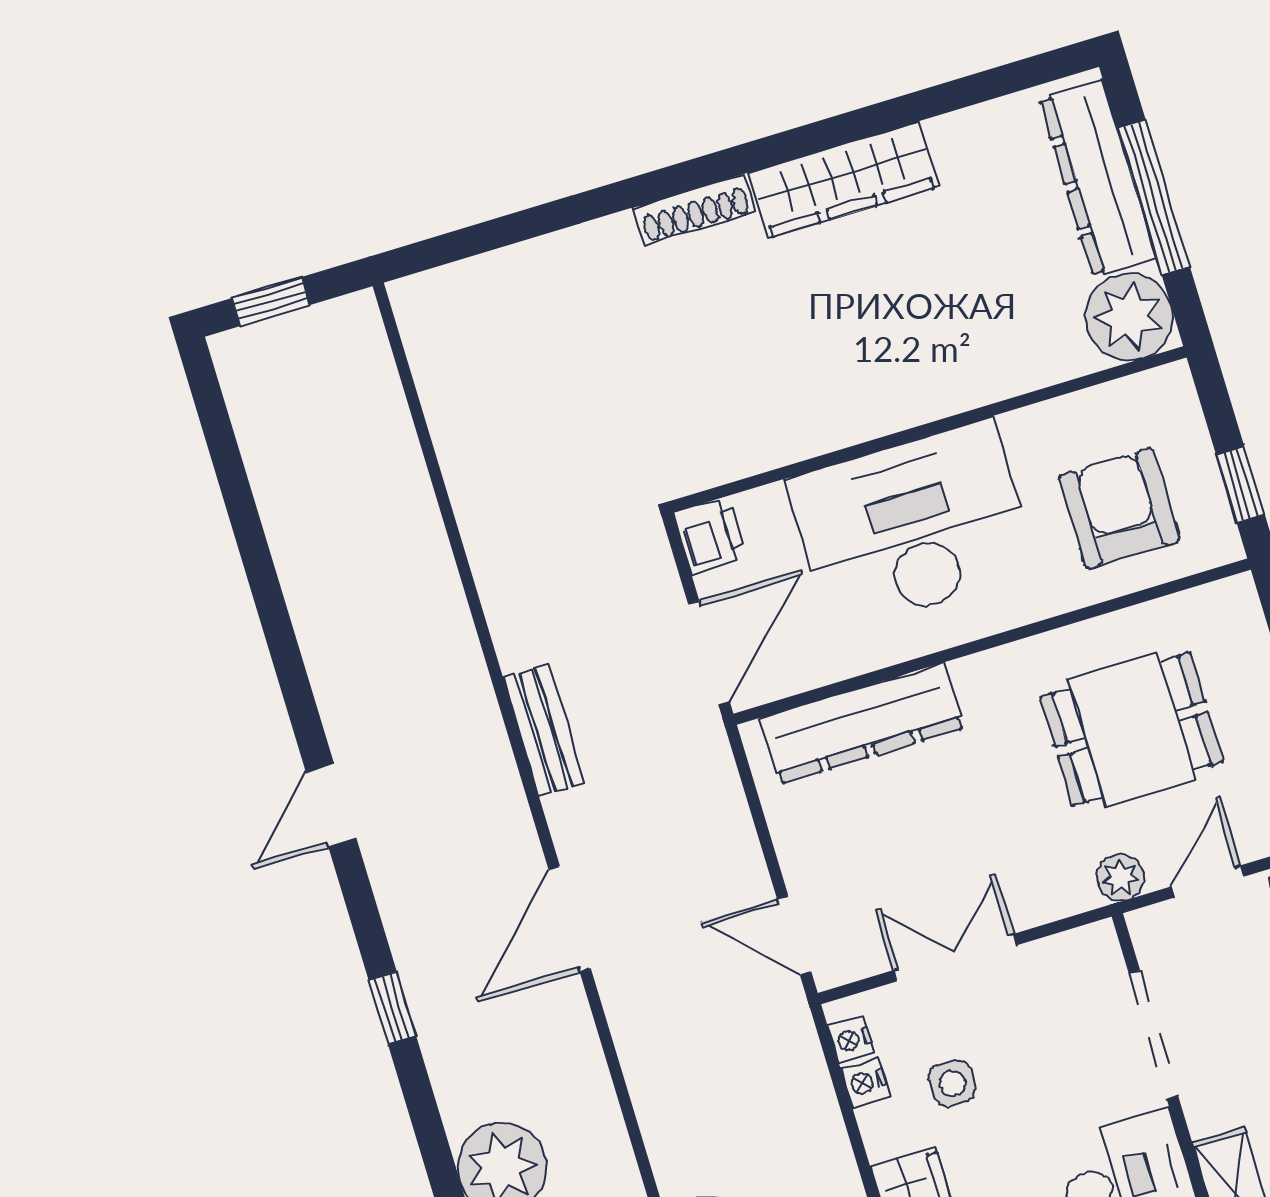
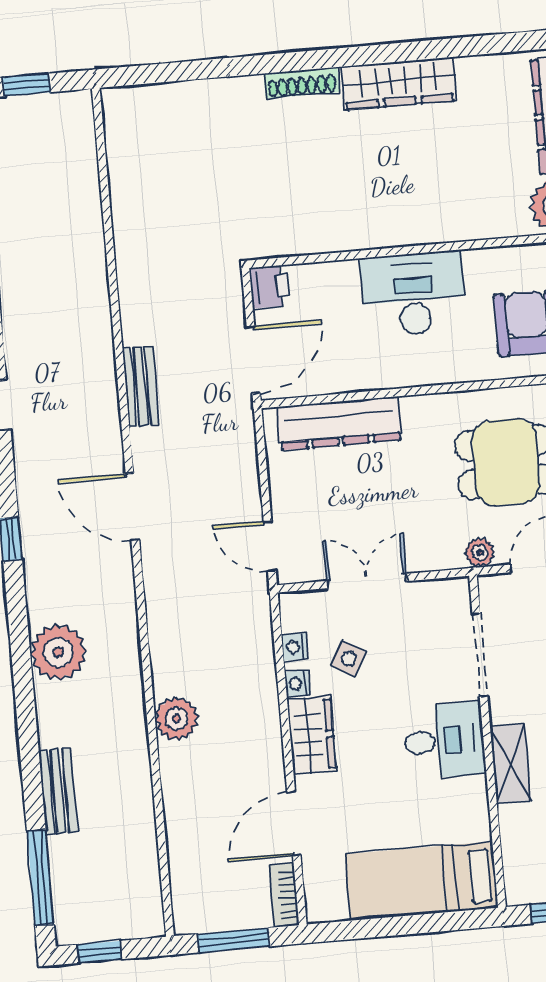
desk: (912, 526) -> (414, 294), width x0.73, depth x0.77
door: (570, 919) -> (132, 507), hinge flipped
nightstand: (851, 1040) -> (297, 683), moved
side table: (952, 1084) -> (349, 659), turned 31

